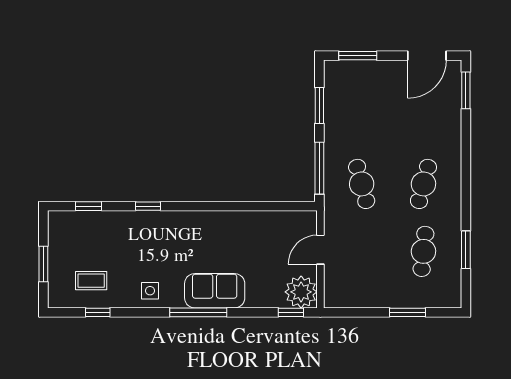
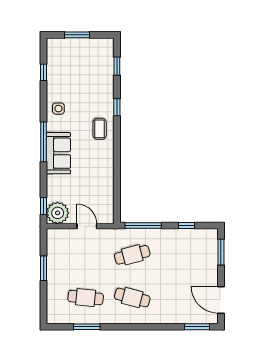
window: (319, 105) -> (186, 226), width x0.67
coffee table: (91, 281) -> (100, 129), moved
window: (407, 312) -> (44, 268), moved

